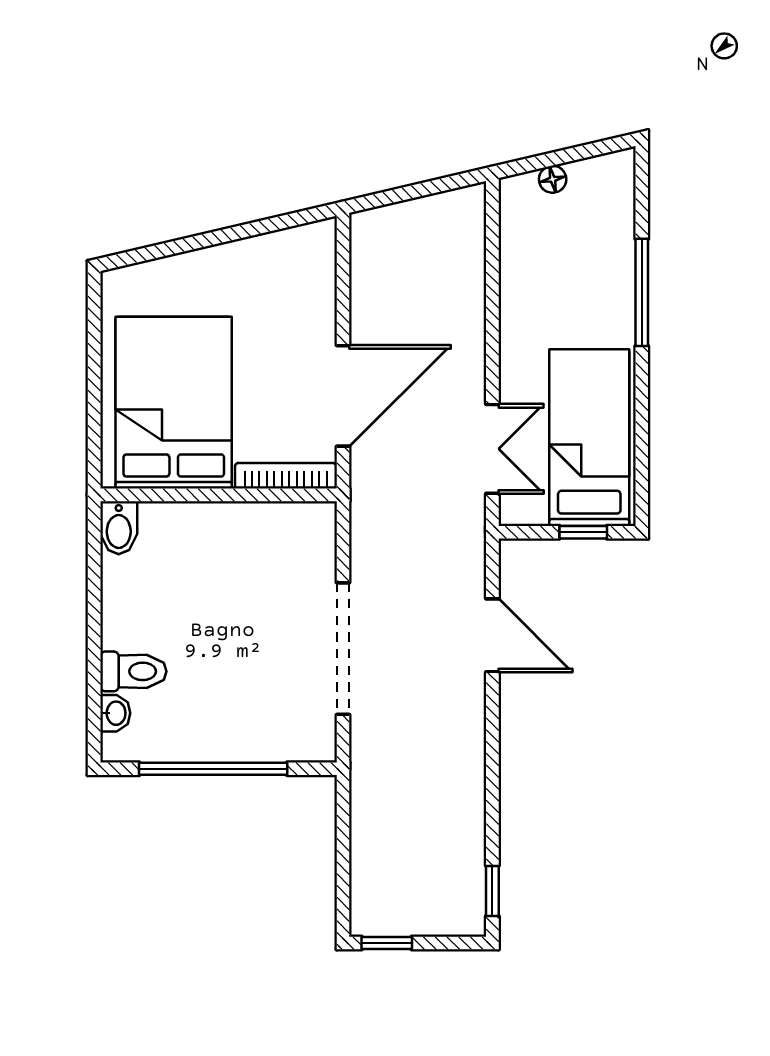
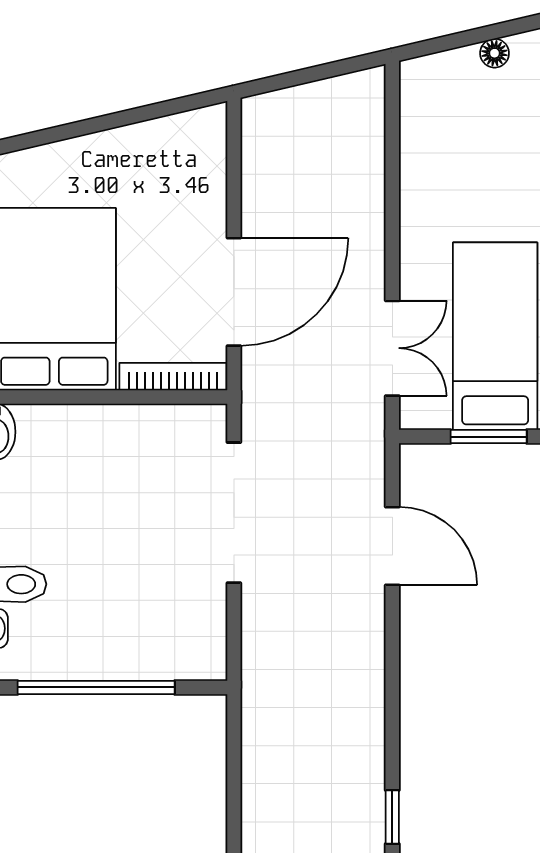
floor lamp: (553, 179) -> (495, 53), moved
window: (583, 532) -> (489, 437), width x1.50
doorway: (343, 649) -> (234, 513), moved

